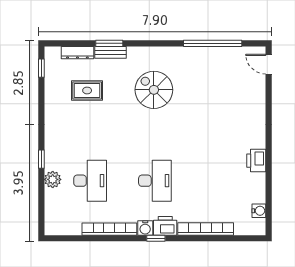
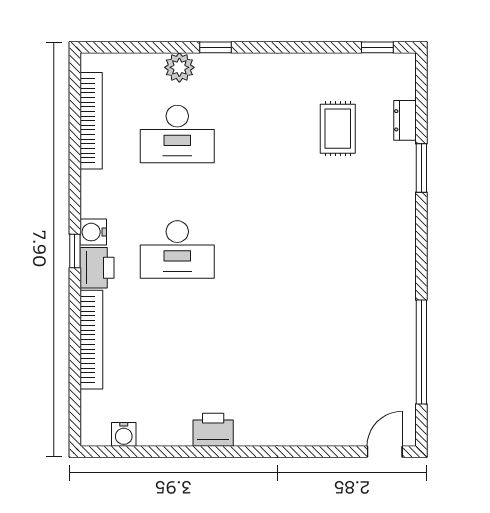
bench: (110, 52) -> (406, 170), removed
dresser: (77, 53) -> (405, 120), width x0.70
spiral stairs: (154, 90) -> (339, 248), removed
bookcase: (109, 229) -> (91, 121), moved

